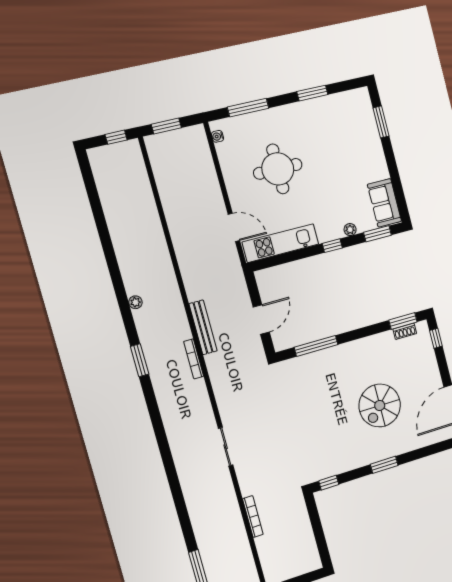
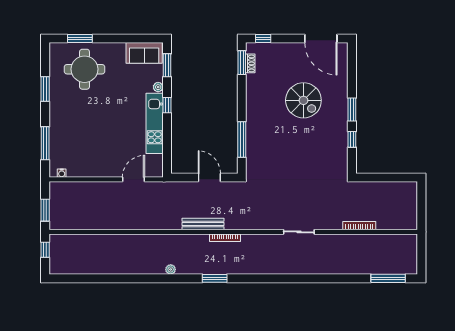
round table: (278, 169) -> (85, 69), moved
kitchen unit: (281, 243) -> (155, 123), moved
window: (329, 483) -> (352, 139), moved

